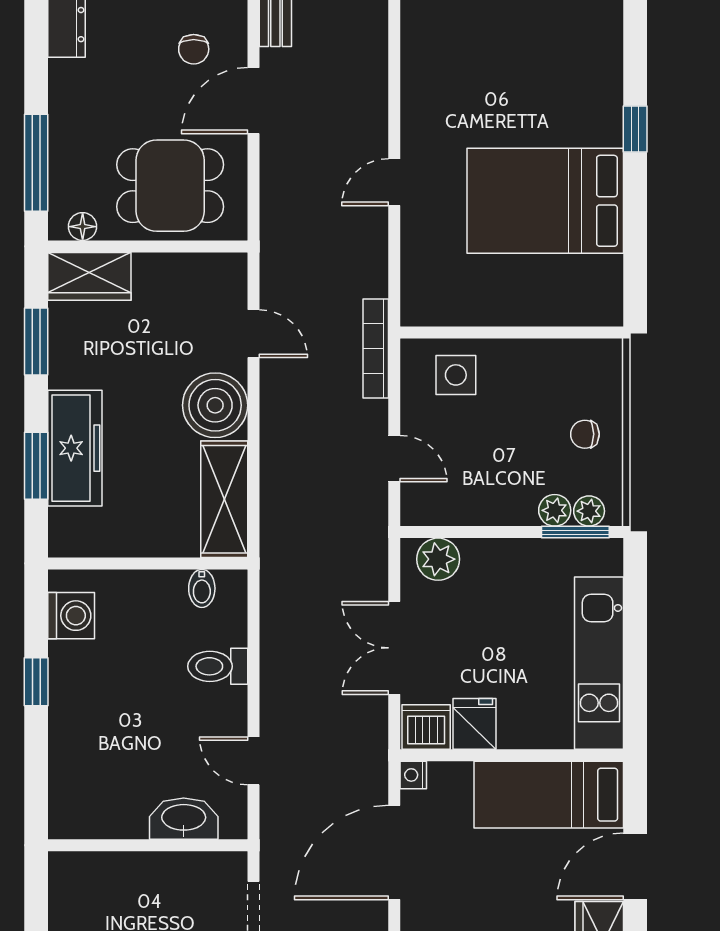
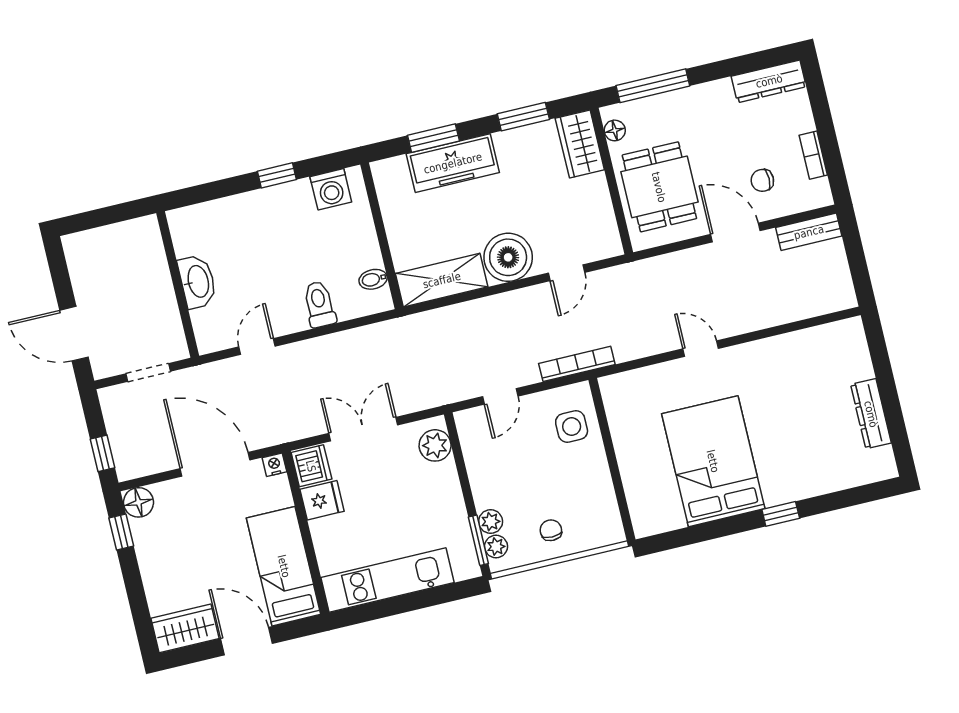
washbasin: (184, 819) -> (197, 282), moved

